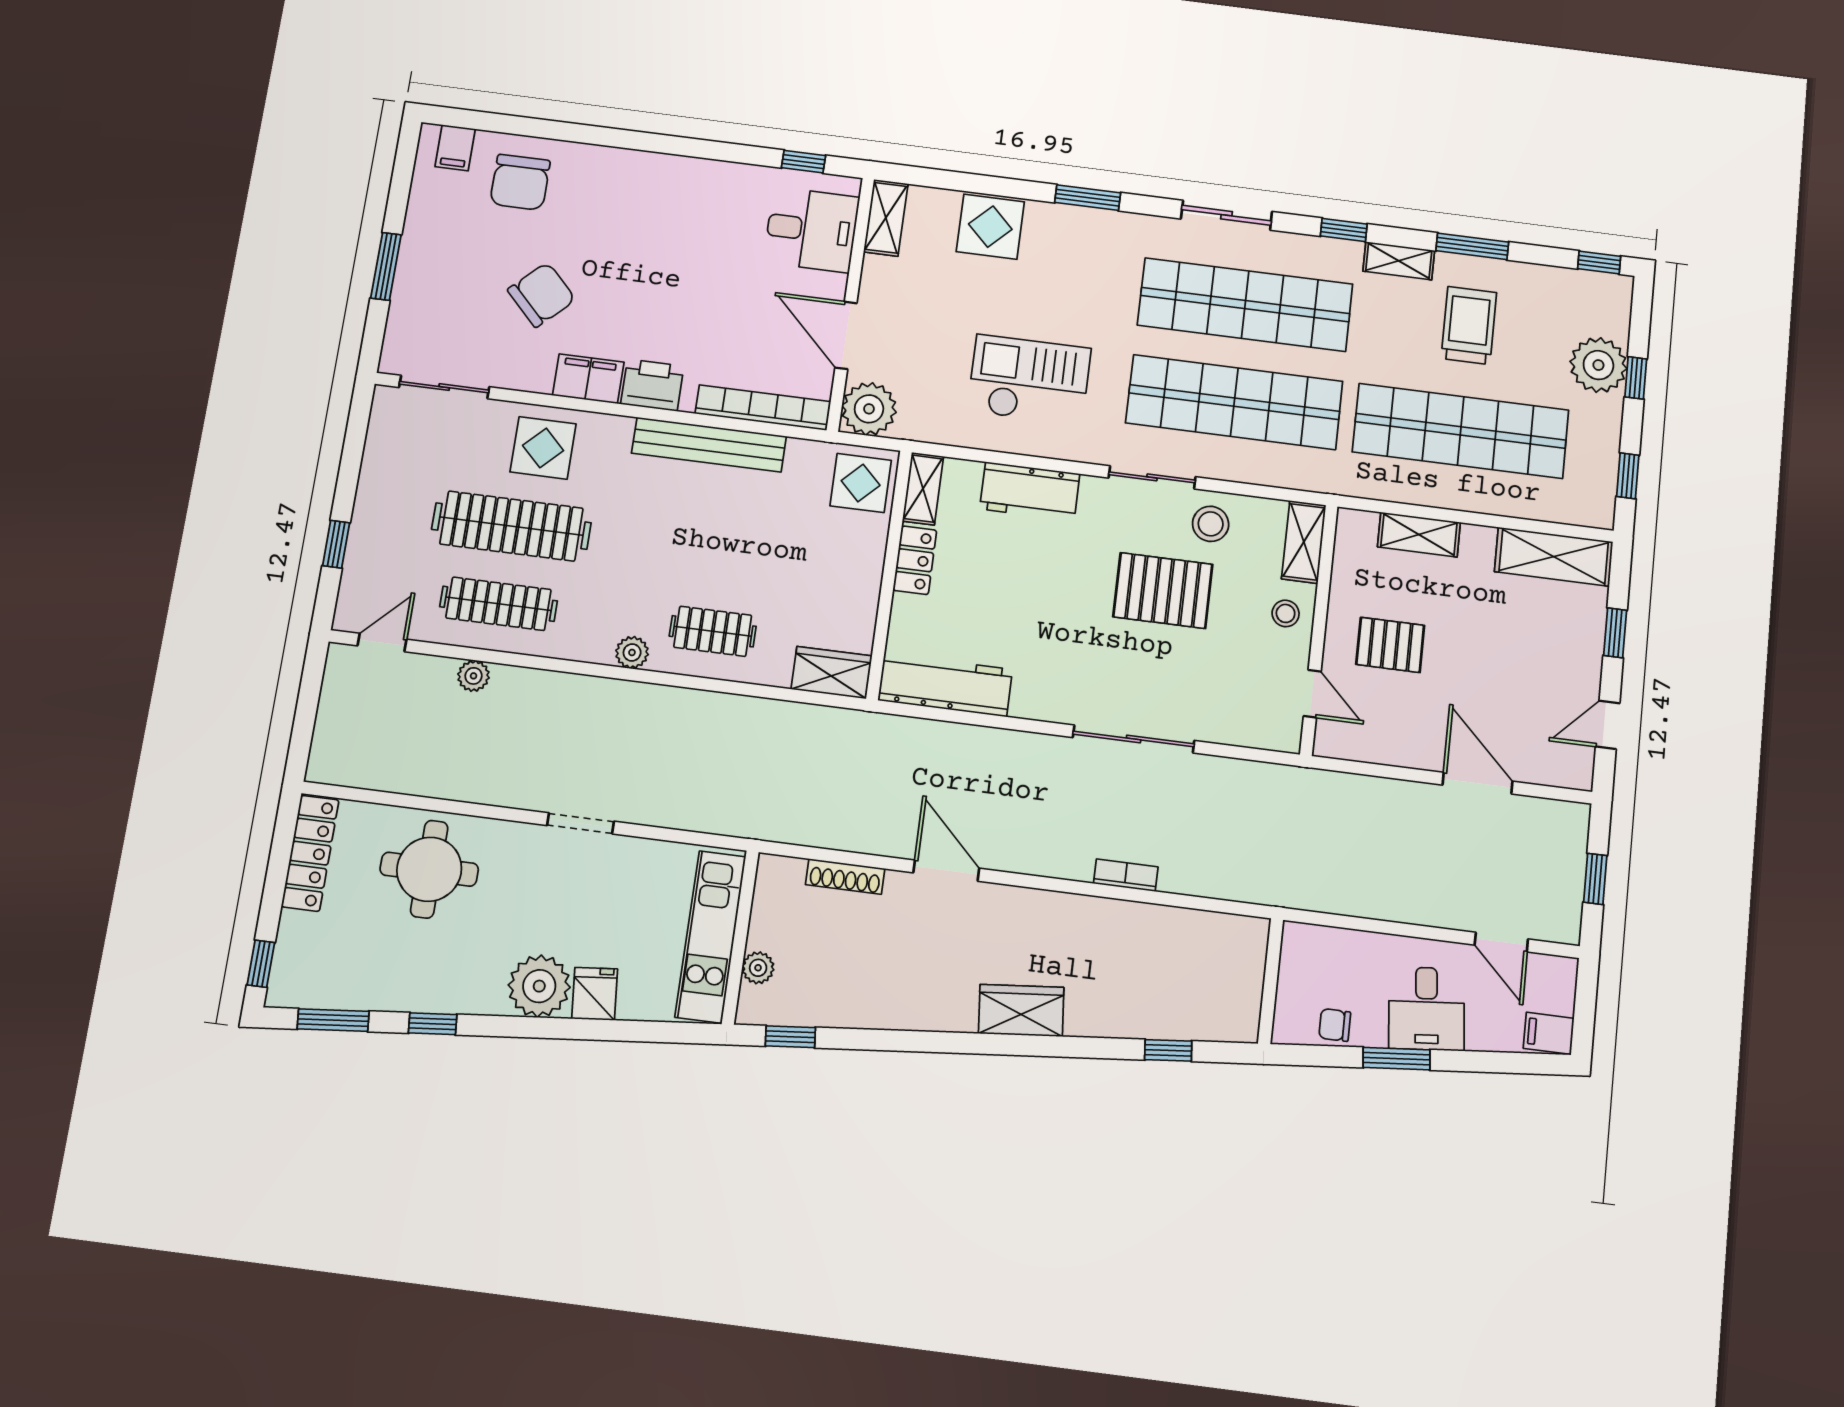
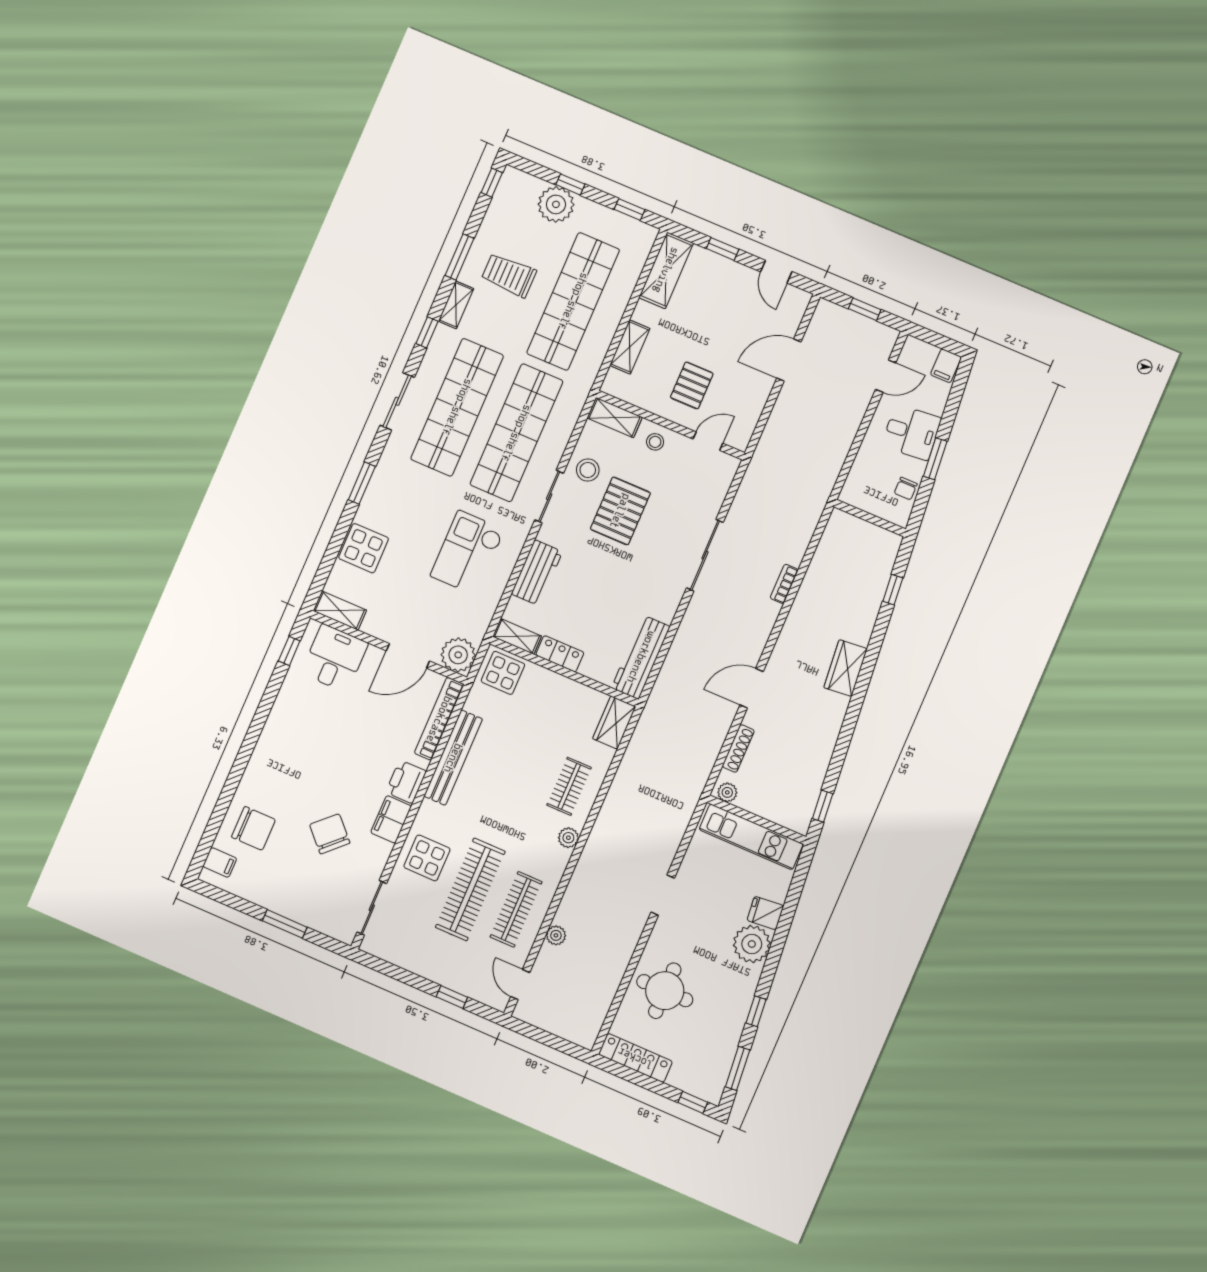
plant: (758, 968) -> (727, 792), moved

